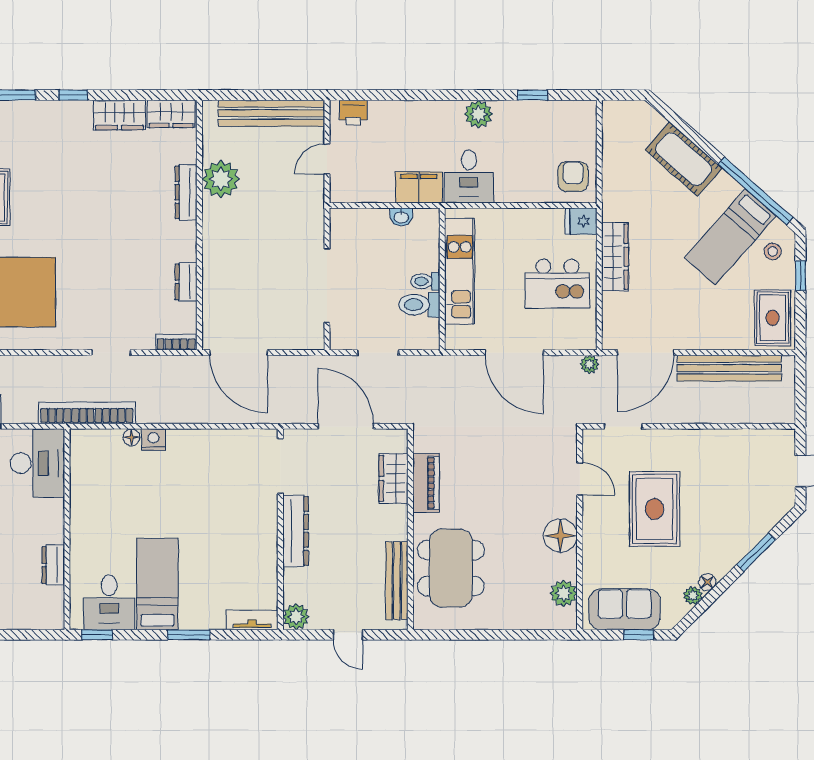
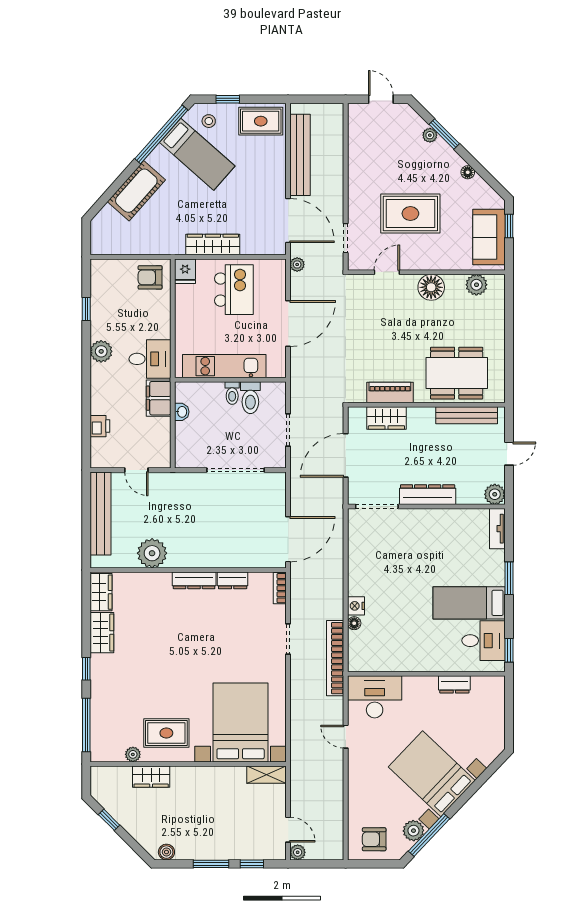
printer: (353, 113) -> (100, 426), moved
dresser: (186, 192) -> (194, 580), moved
plant: (693, 596) -> (430, 135), moved

